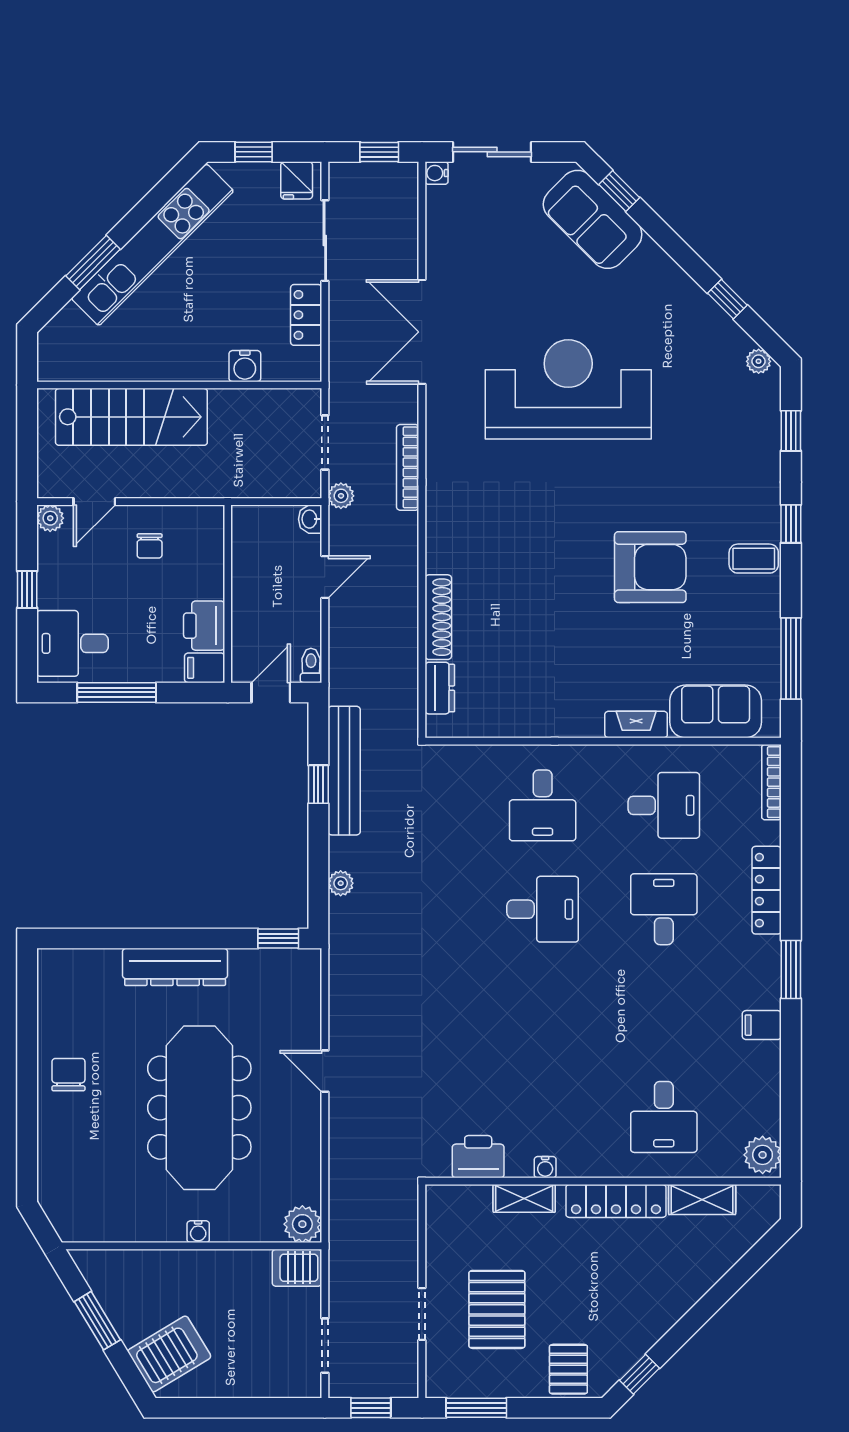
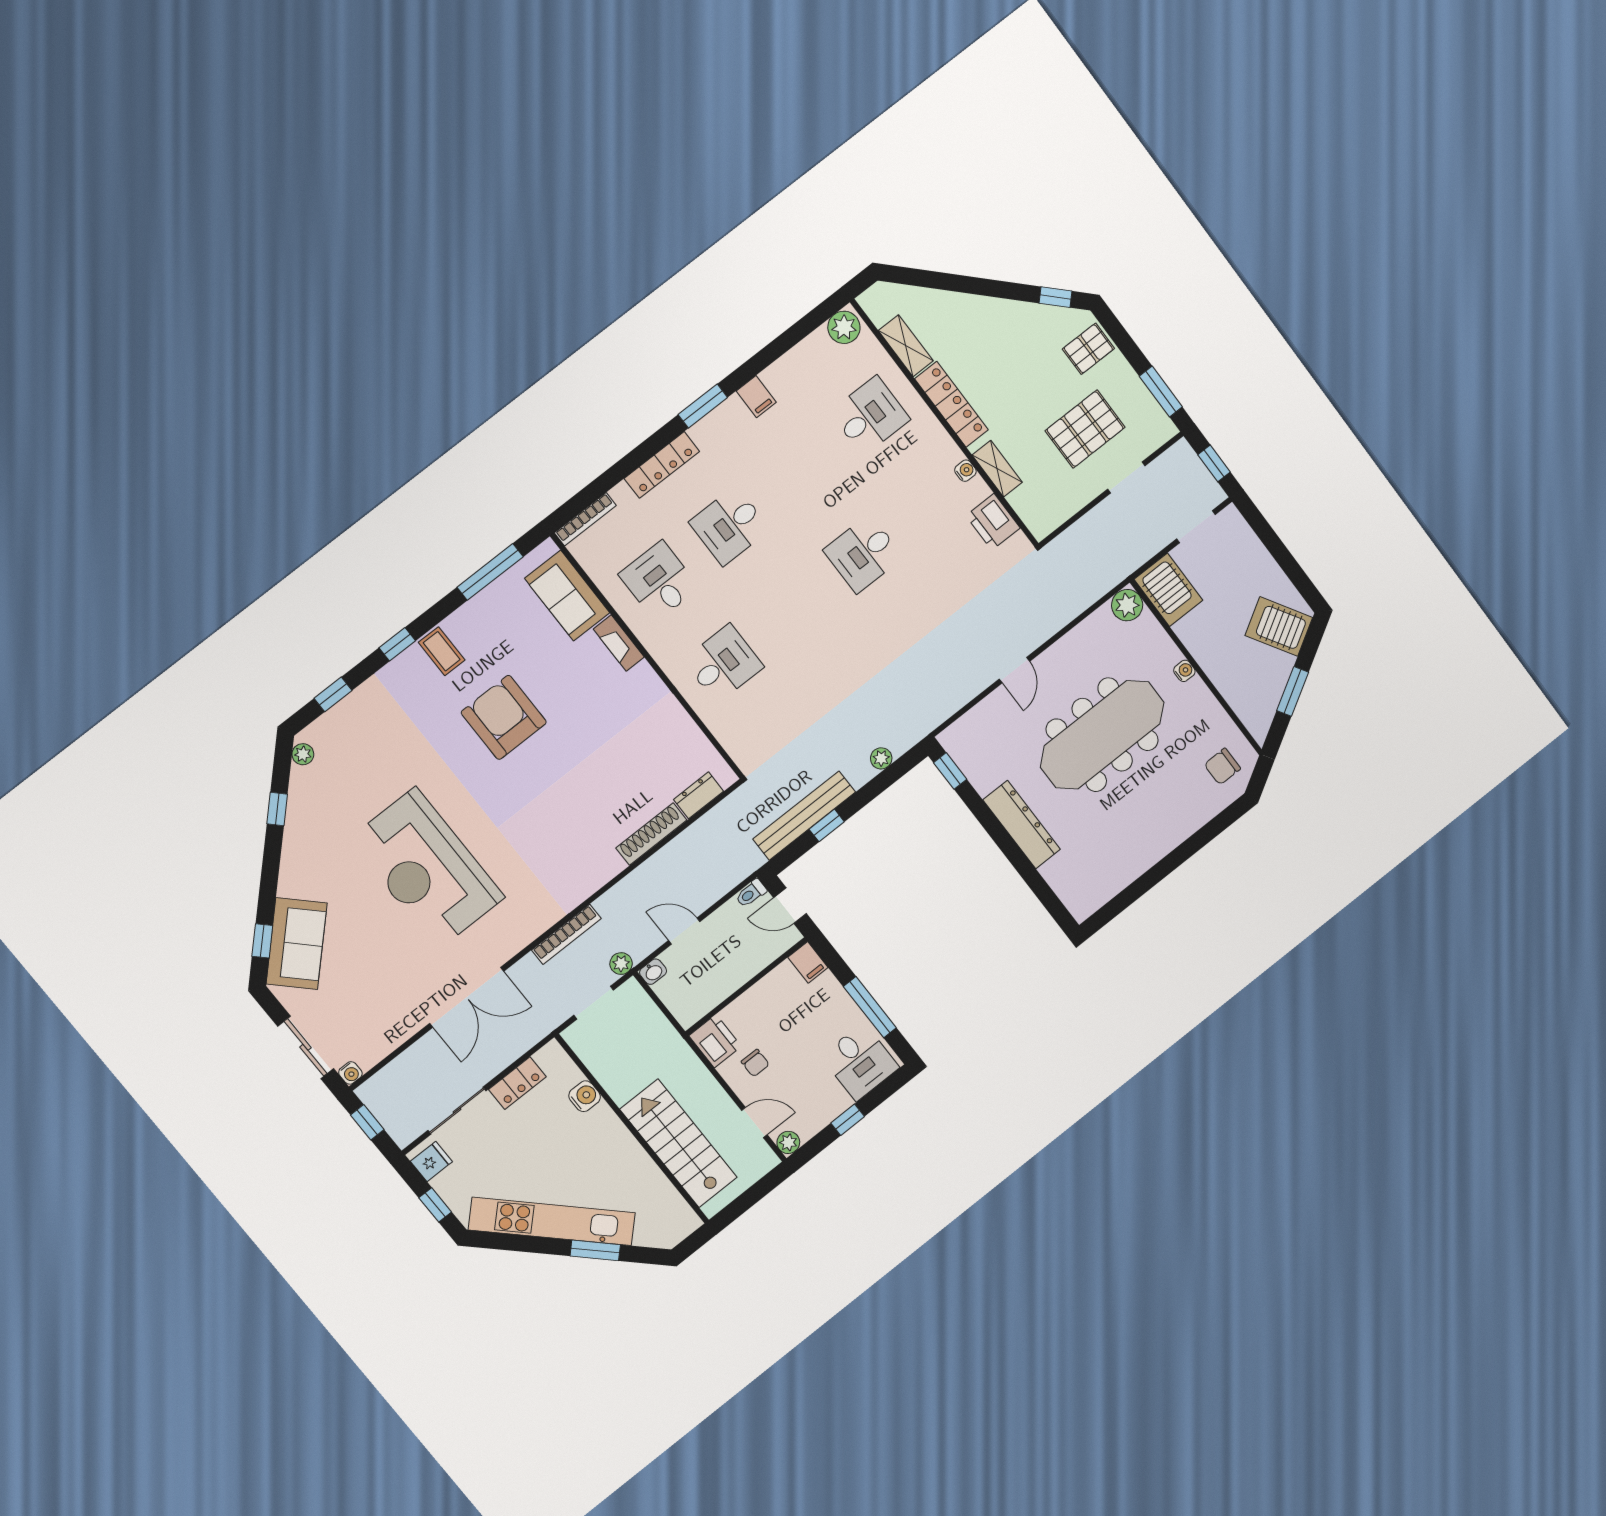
chair: (150, 546) -> (755, 1063), turned 90
printer: (204, 626) -> (715, 1041), moved, turned -90
desk: (543, 909) -> (863, 554), moved, turned -90
chair: (68, 1075) -> (1222, 767), moved
server rack: (297, 1268) -> (1168, 590), width x1.36, depth x1.44

